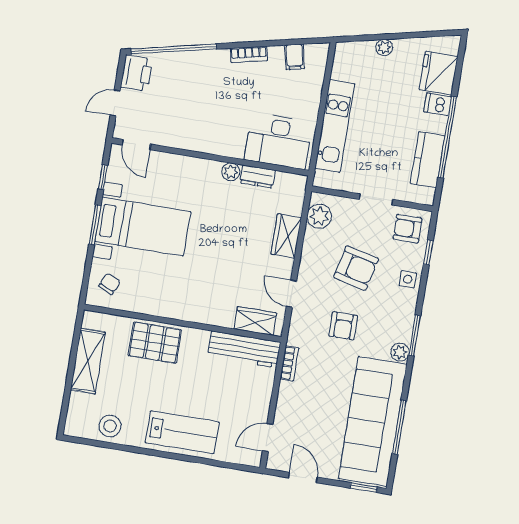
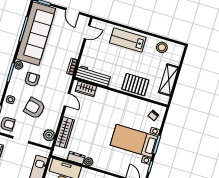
wardrobe: (286, 236) -> (65, 132), width x1.50
armchair: (343, 326) -> (32, 80), moved

